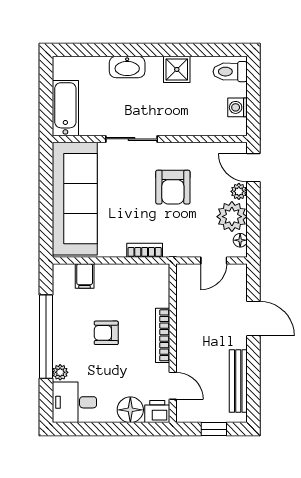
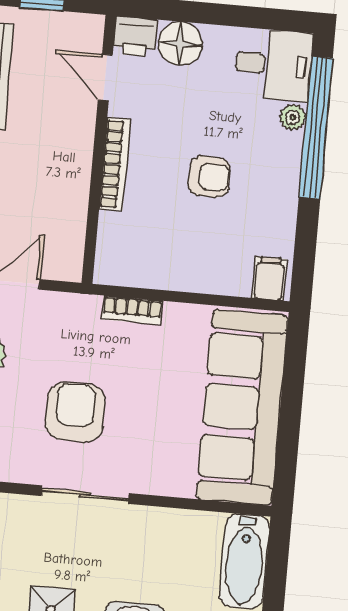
sliding door: (132, 139) -> (85, 495), moved
filing cabinet: (85, 276) -> (269, 279), moved
window: (46, 337) -> (316, 128), moved

